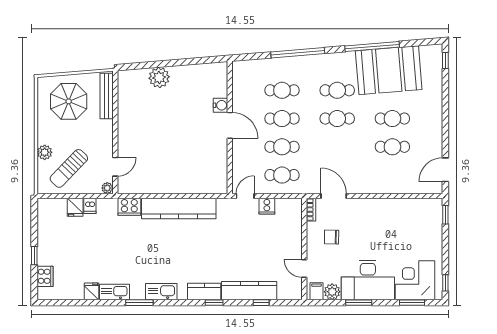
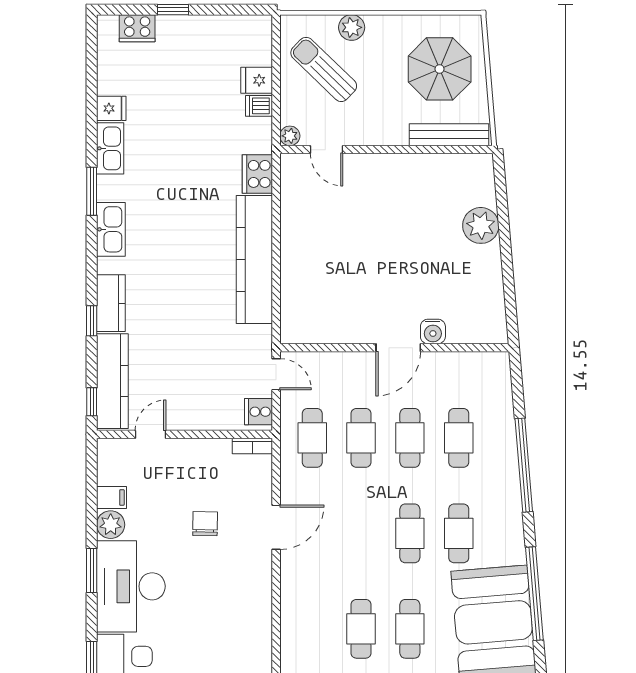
bookcase: (311, 210) -> (252, 446), moved
wall: (304, 249) -> (185, 434), moved
door: (304, 269) -> (151, 434), moved

